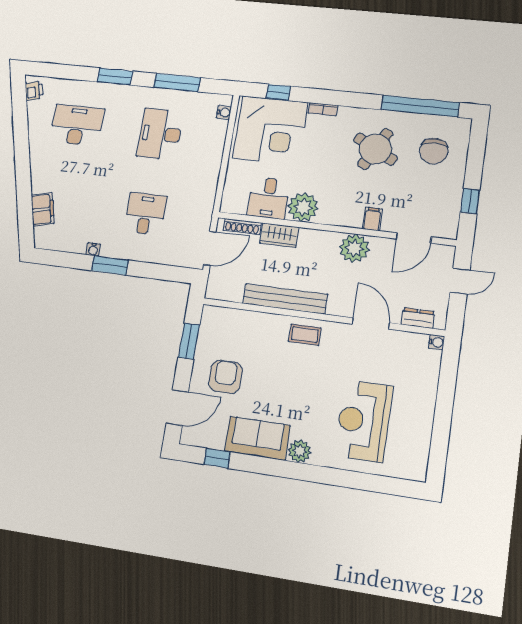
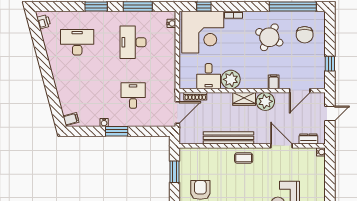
filing cabinet: (43, 209) -> (71, 119), moved, width x0.50
wardrobe: (279, 235) -> (244, 99), moved

